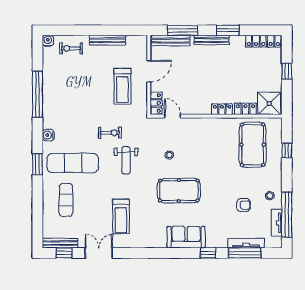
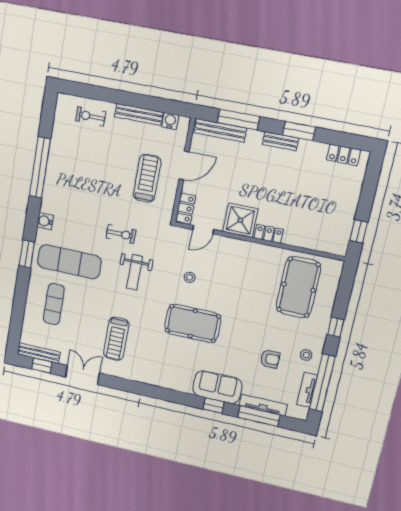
bench: (212, 40) -> (280, 141), width x0.73
water cooler: (48, 41) -> (170, 121), moved
locker: (263, 41) -> (344, 155), width x0.66
window: (287, 71) -> (359, 231), moved
treadmill: (123, 86) -> (147, 178), turned 180
shower: (269, 103) -> (240, 220), moved
locker: (245, 109) -> (299, 240), removed
door: (172, 116) -> (203, 230), swing flipped
window: (287, 150) -> (336, 327), moved
sofa: (186, 237) -> (217, 387), moved

